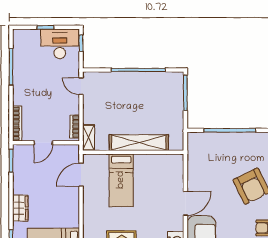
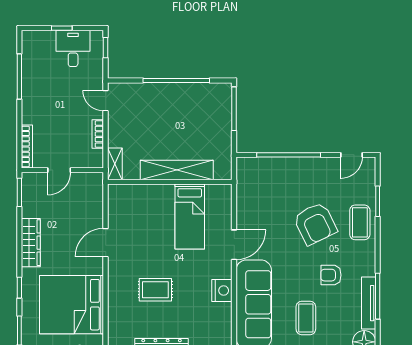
desk: (60, 44) -> (73, 48), width x0.73
bookcase: (75, 127) -> (98, 134), moved
door: (81, 175) -> (106, 243), moved
bed: (121, 180) -> (190, 217), moved
wardrobe: (20, 208) -> (31, 243), width x1.50

